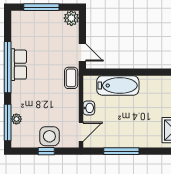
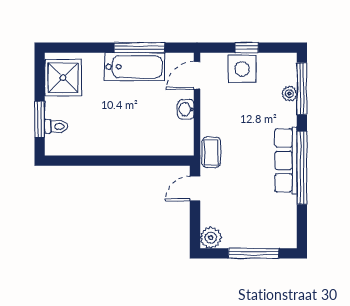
door: (82, 53) -> (195, 189), hinge flipped
row of seats: (19, 65) -> (286, 160), width x1.48
bathtub: (118, 85) -> (134, 67), moved, turned 180

